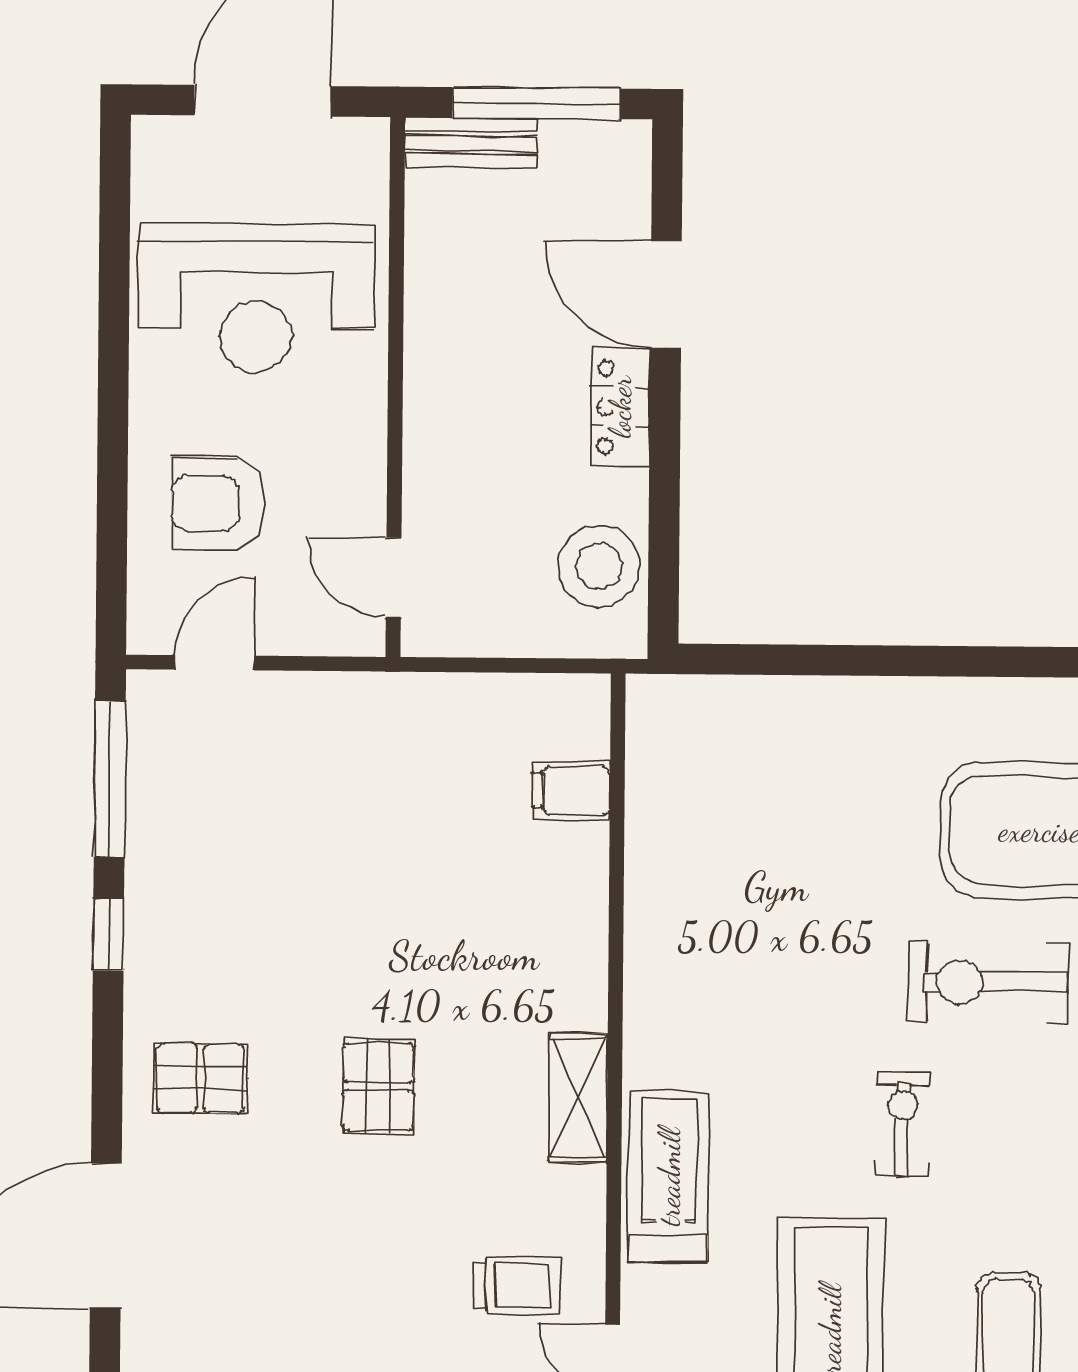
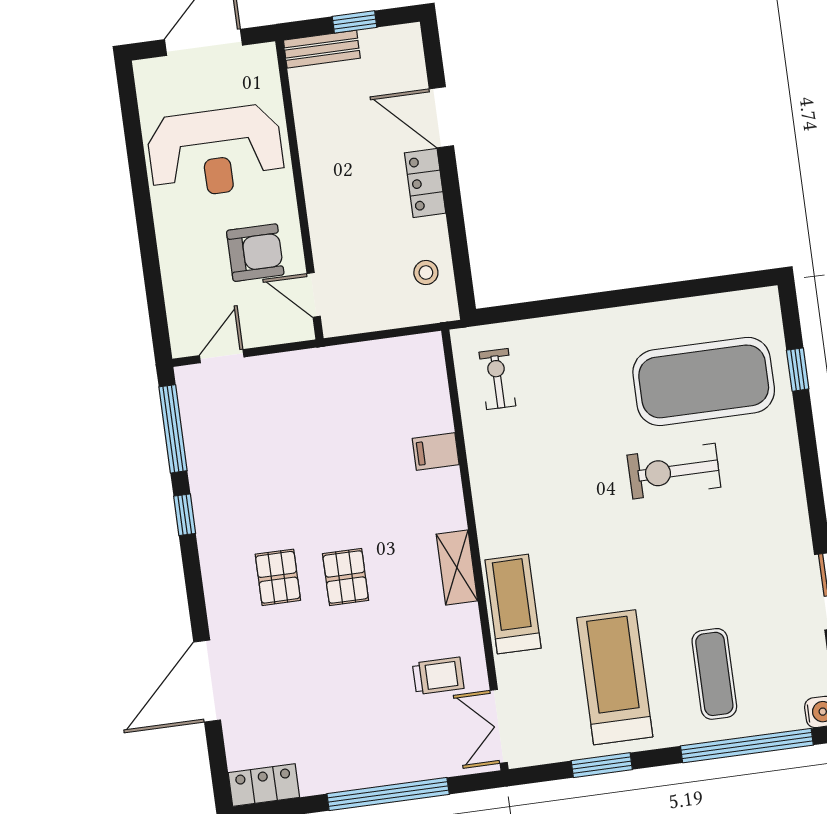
window: (536, 103) -> (354, 22), width x0.46
armchair: (218, 503) -> (255, 253), moved, turned 180
stool: (599, 566) -> (426, 273), width x0.53, depth x0.53
filing cabinet: (571, 791) -> (436, 452), moved
pallet: (200, 1078) -> (278, 577), moved, turned 90
exercise bike: (903, 1124) -> (497, 379), moved

